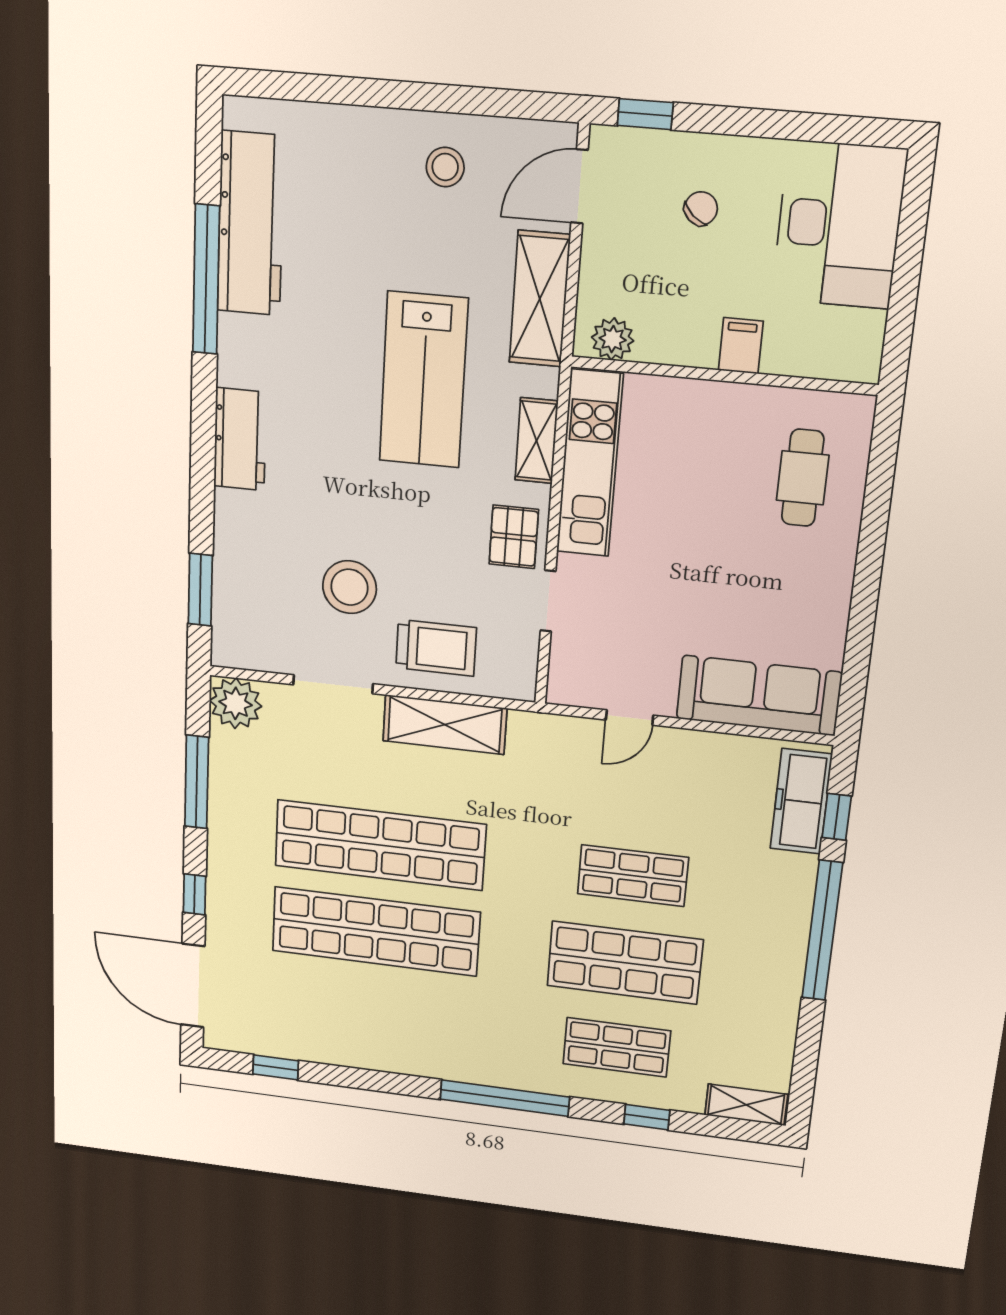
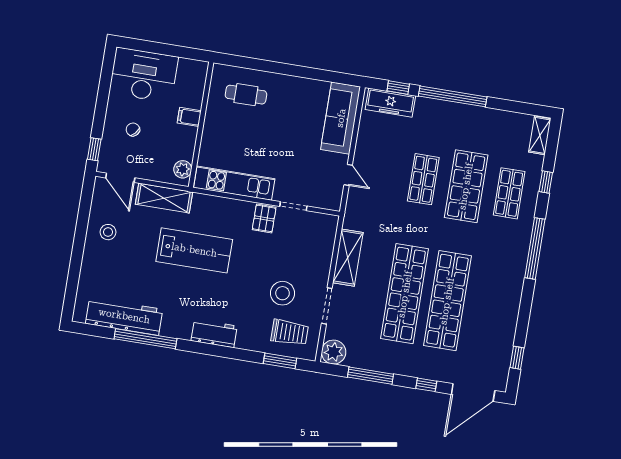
shelving: (536, 441) -> (223, 205), removed
pallet: (514, 537) -> (264, 218), turned 90
trolley: (436, 648) -> (290, 332), moved, turned 90

